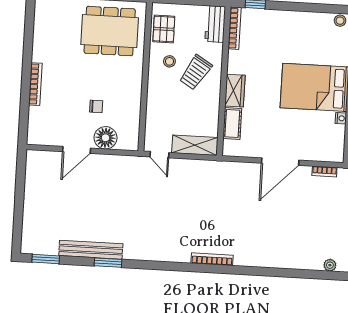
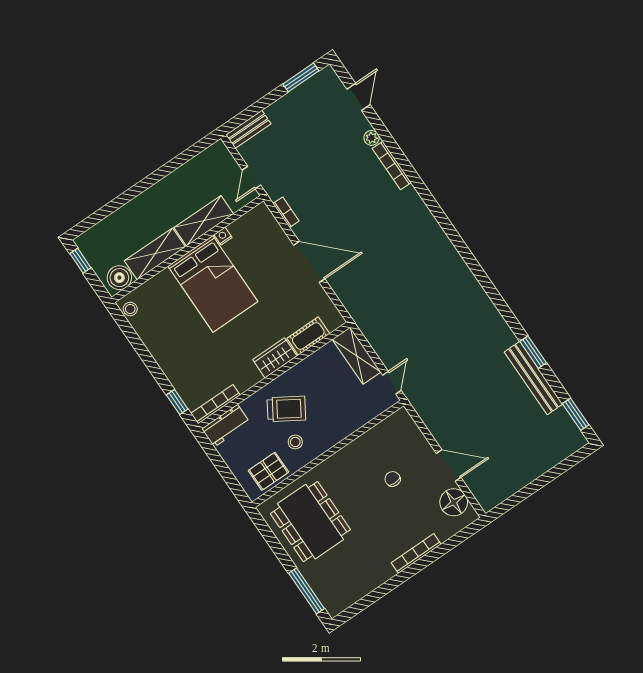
floor lamp: (105, 138) -> (454, 502), moved
bookcase: (212, 259) -> (392, 166), moved

